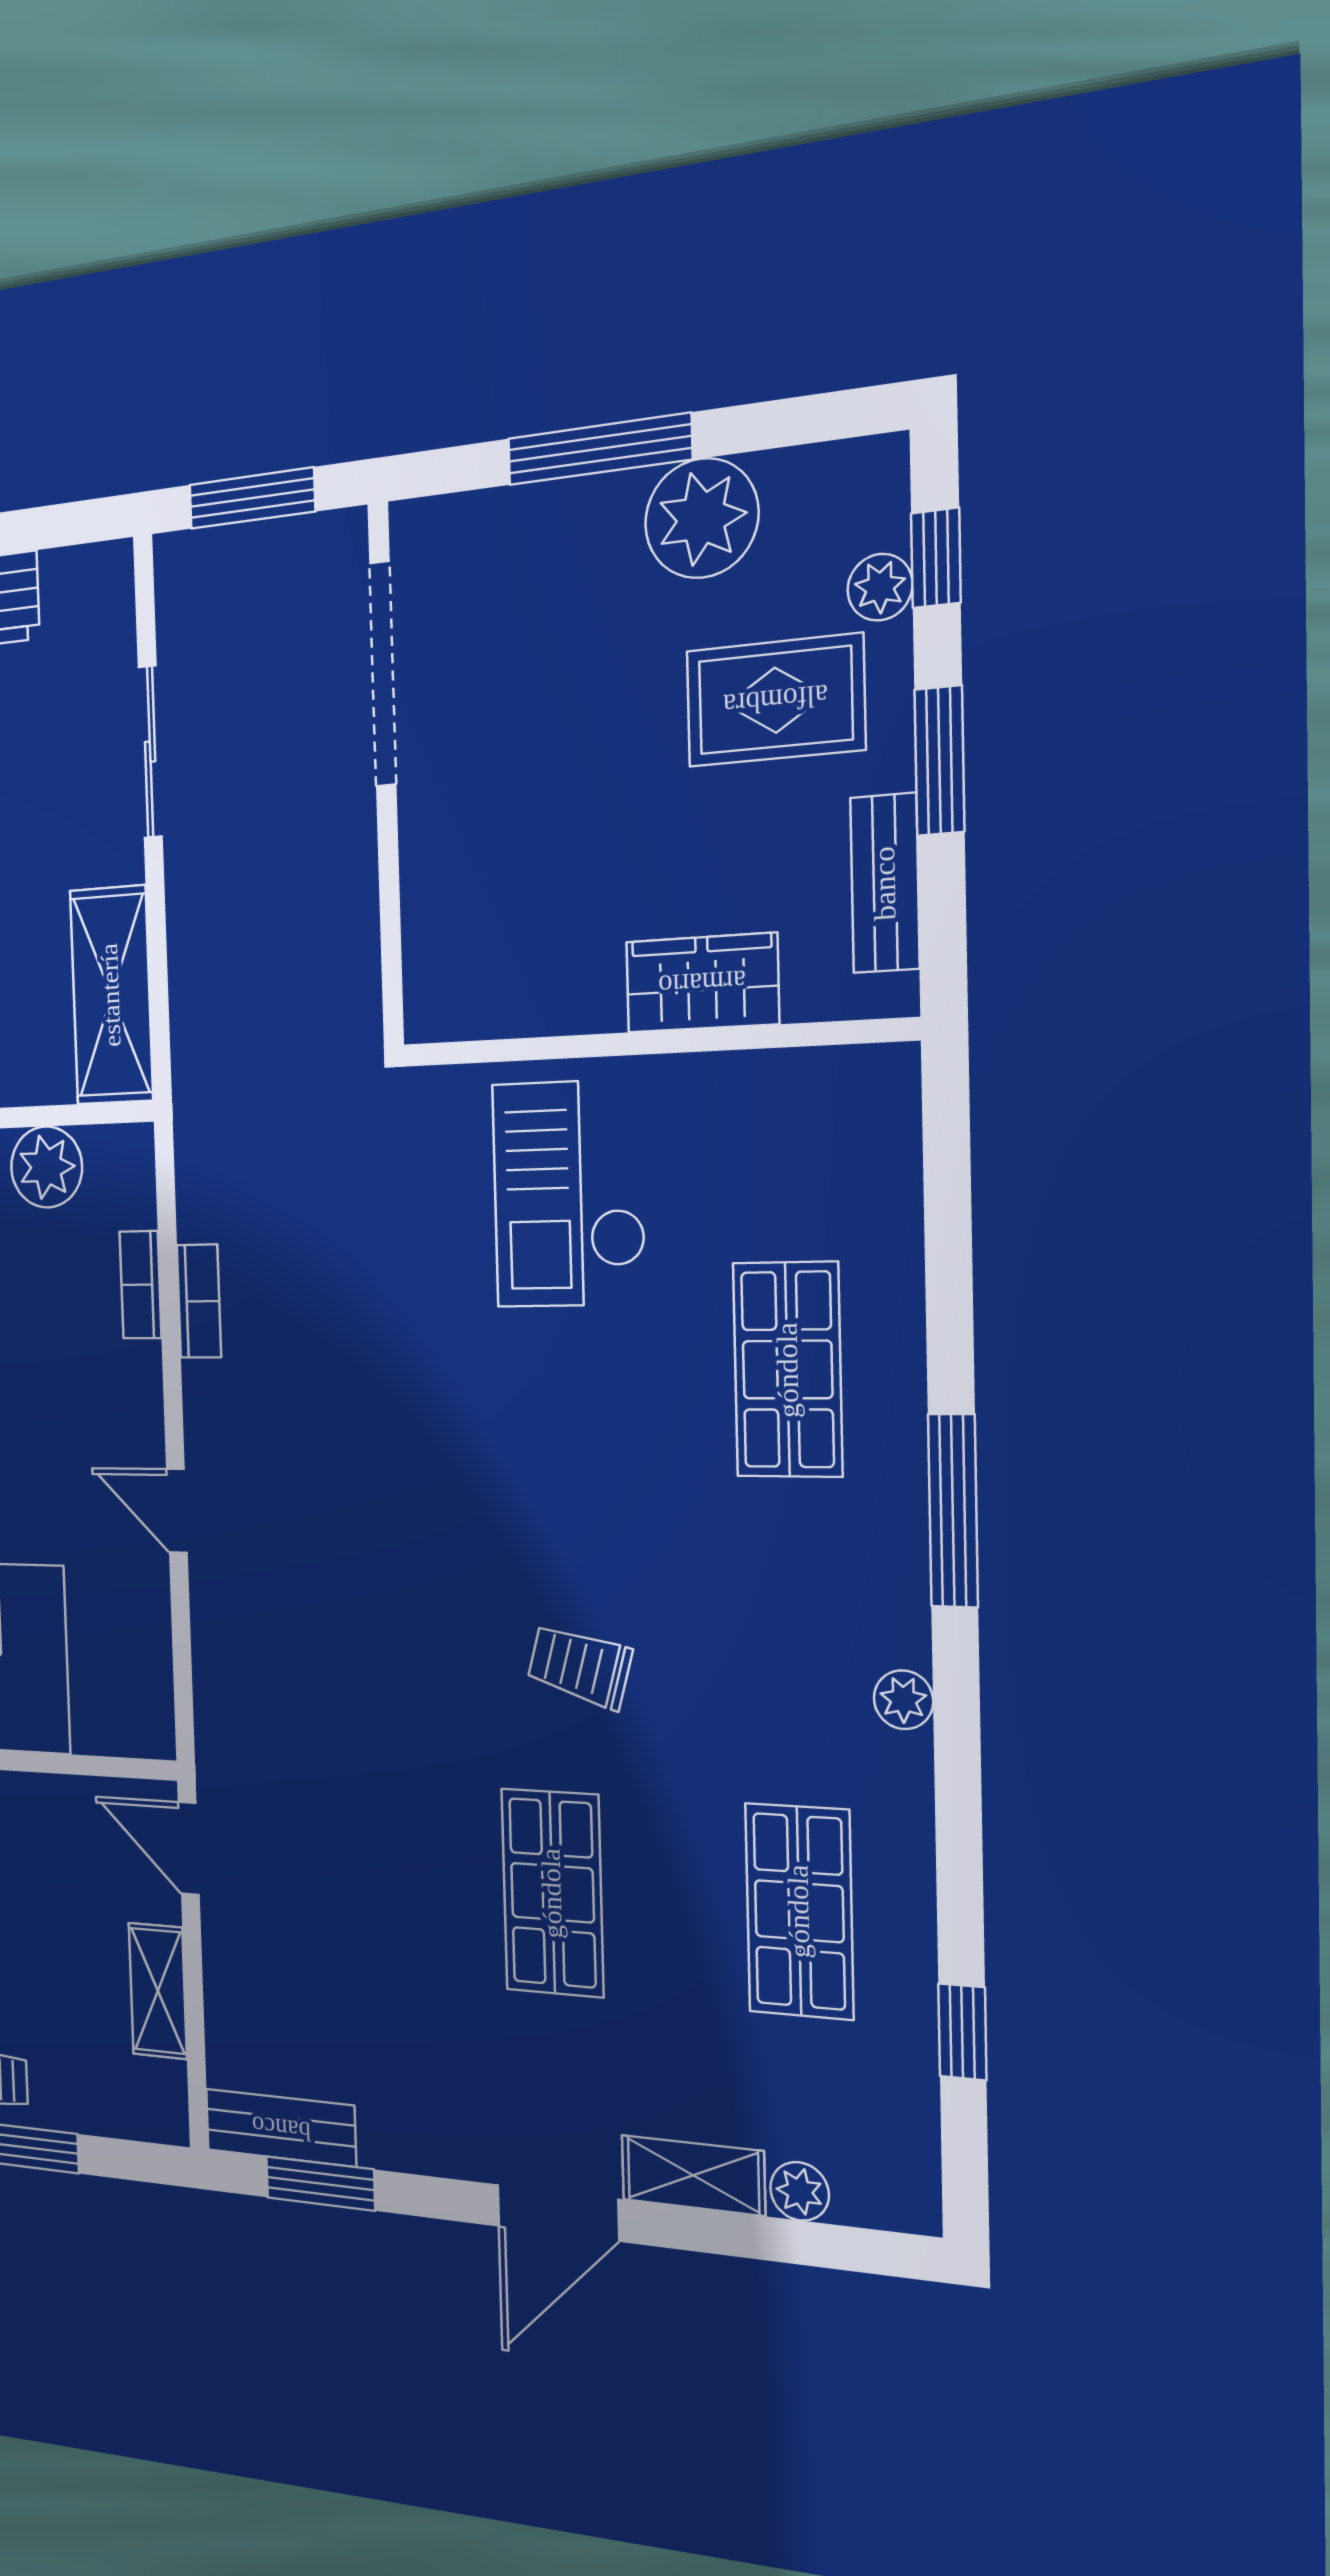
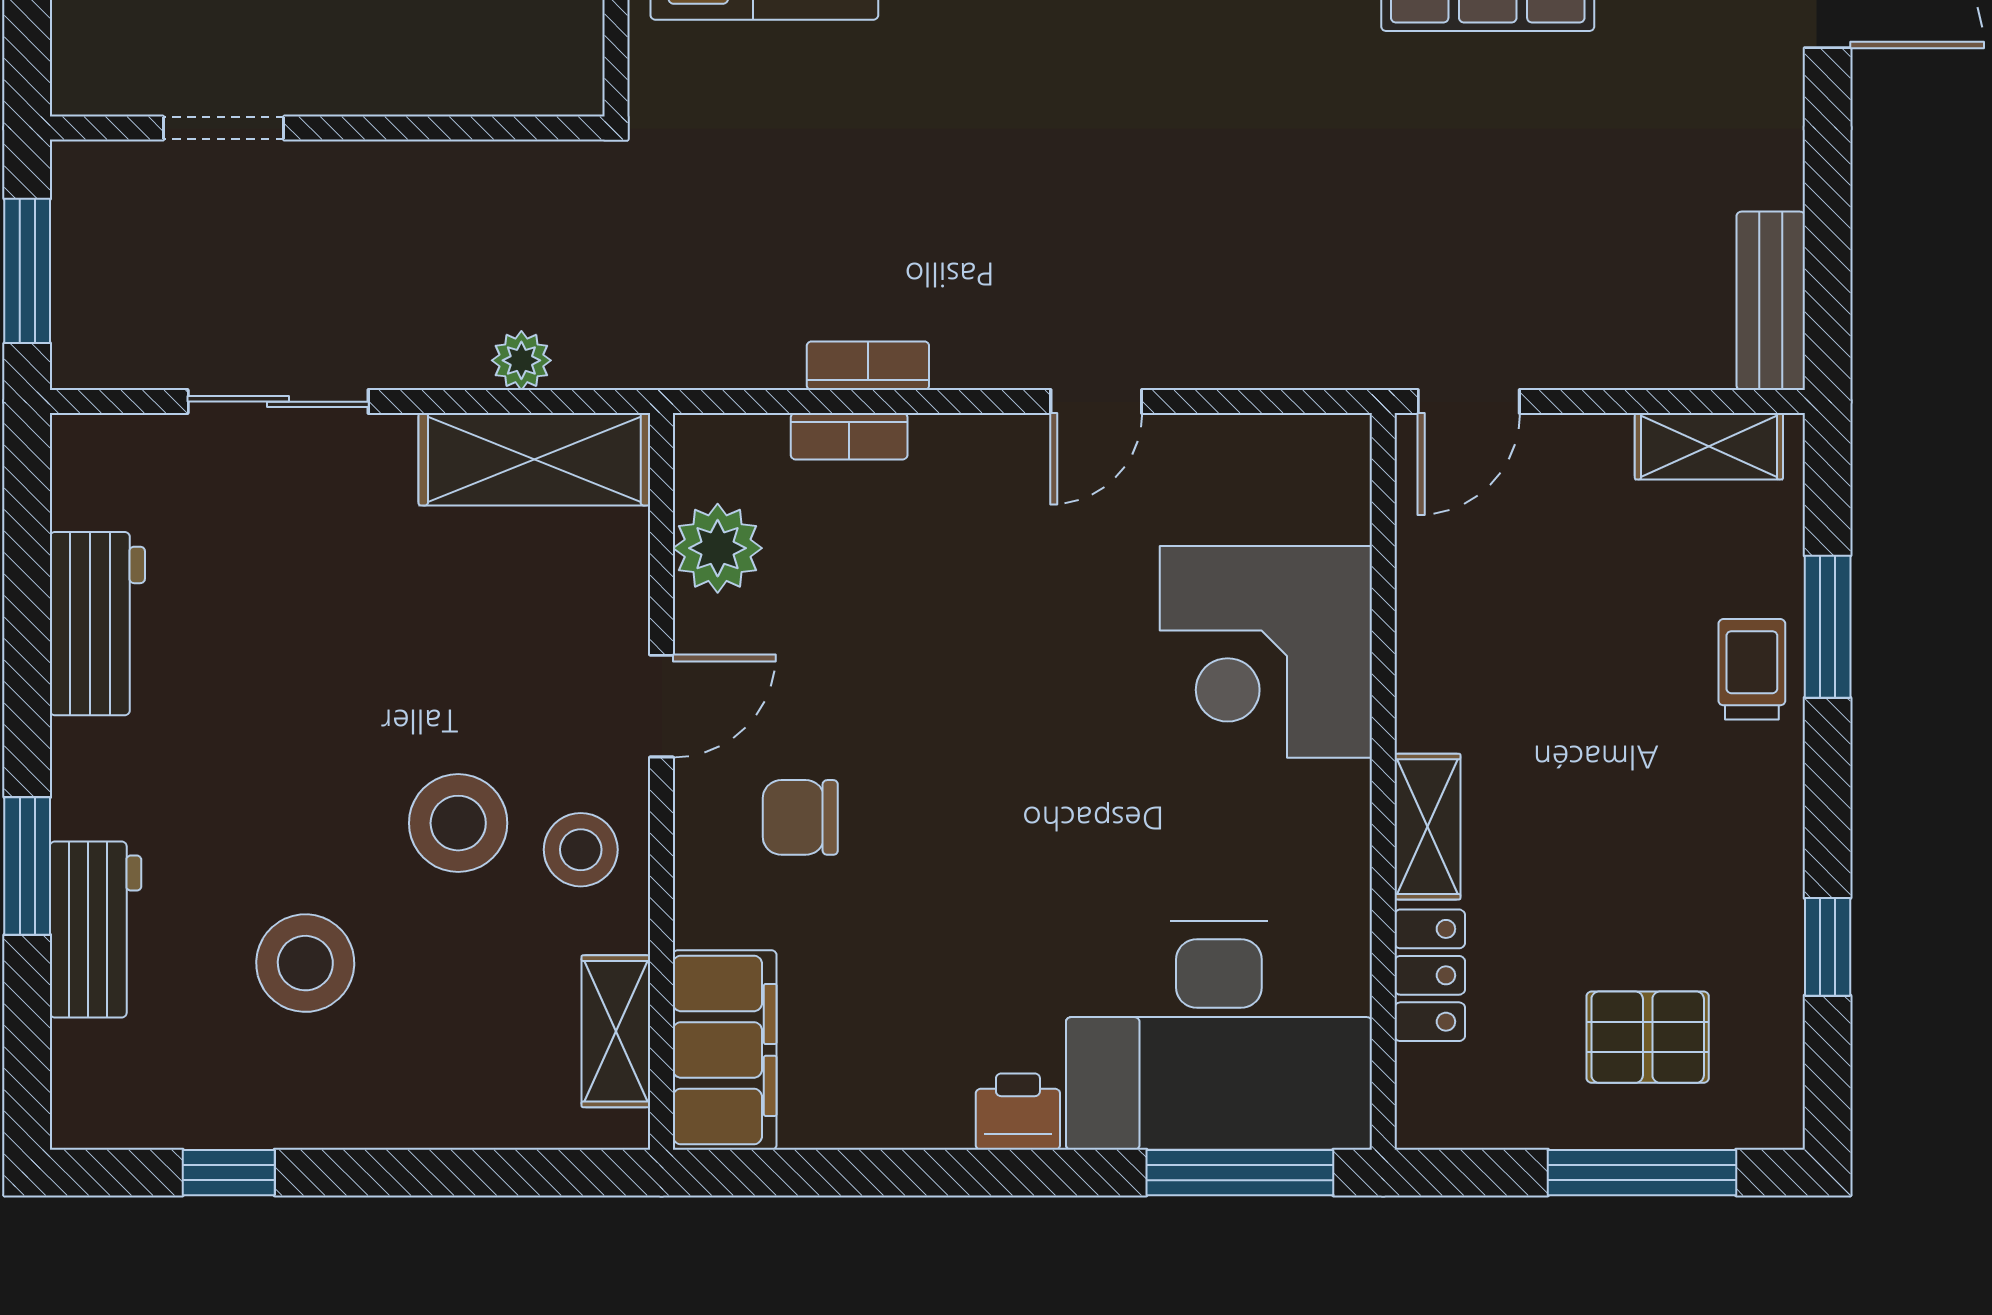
doorway: (383, 674) -> (224, 128), width x0.53
plant: (192, 978) -> (521, 360), added
shelving: (158, 1991) -> (1709, 446), moved
window: (320, 2184) -> (1828, 255), removed

